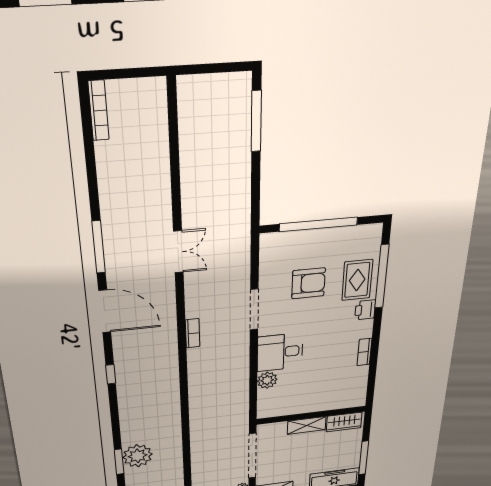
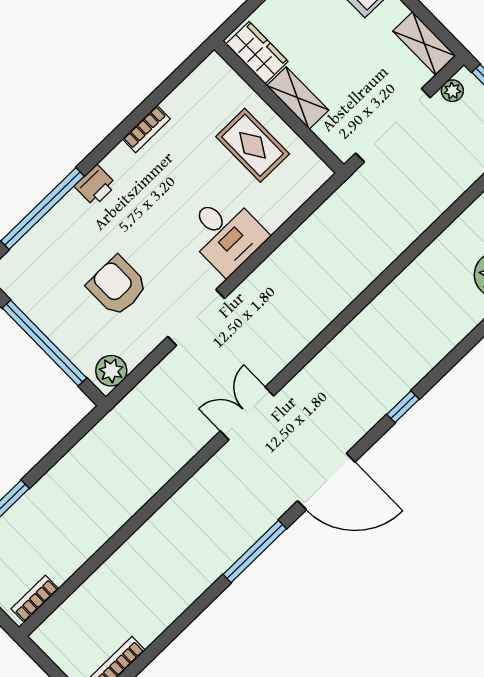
double door: (178, 252) -> (247, 413), moved
rug: (357, 280) -> (253, 145), moved, turned 90
door: (105, 311) -> (326, 482), swing flipped
bookcase: (193, 333) -> (35, 599), moved
plant: (267, 380) -> (111, 371), moved

